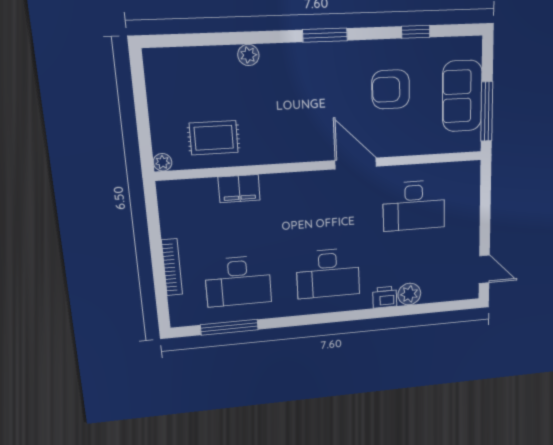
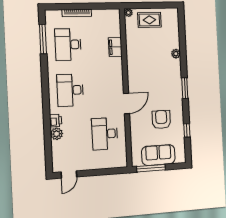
rug: (214, 138) -> (149, 20), moved, turned 90

